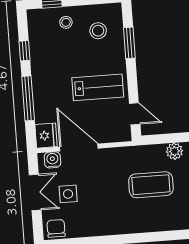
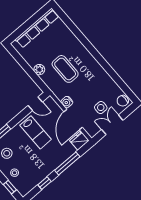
lab bench: (98, 87) -> (36, 132), turned 180
door: (135, 114) -> (35, 104), swing flipped
water cooler: (52, 160) -> (67, 102), moved

